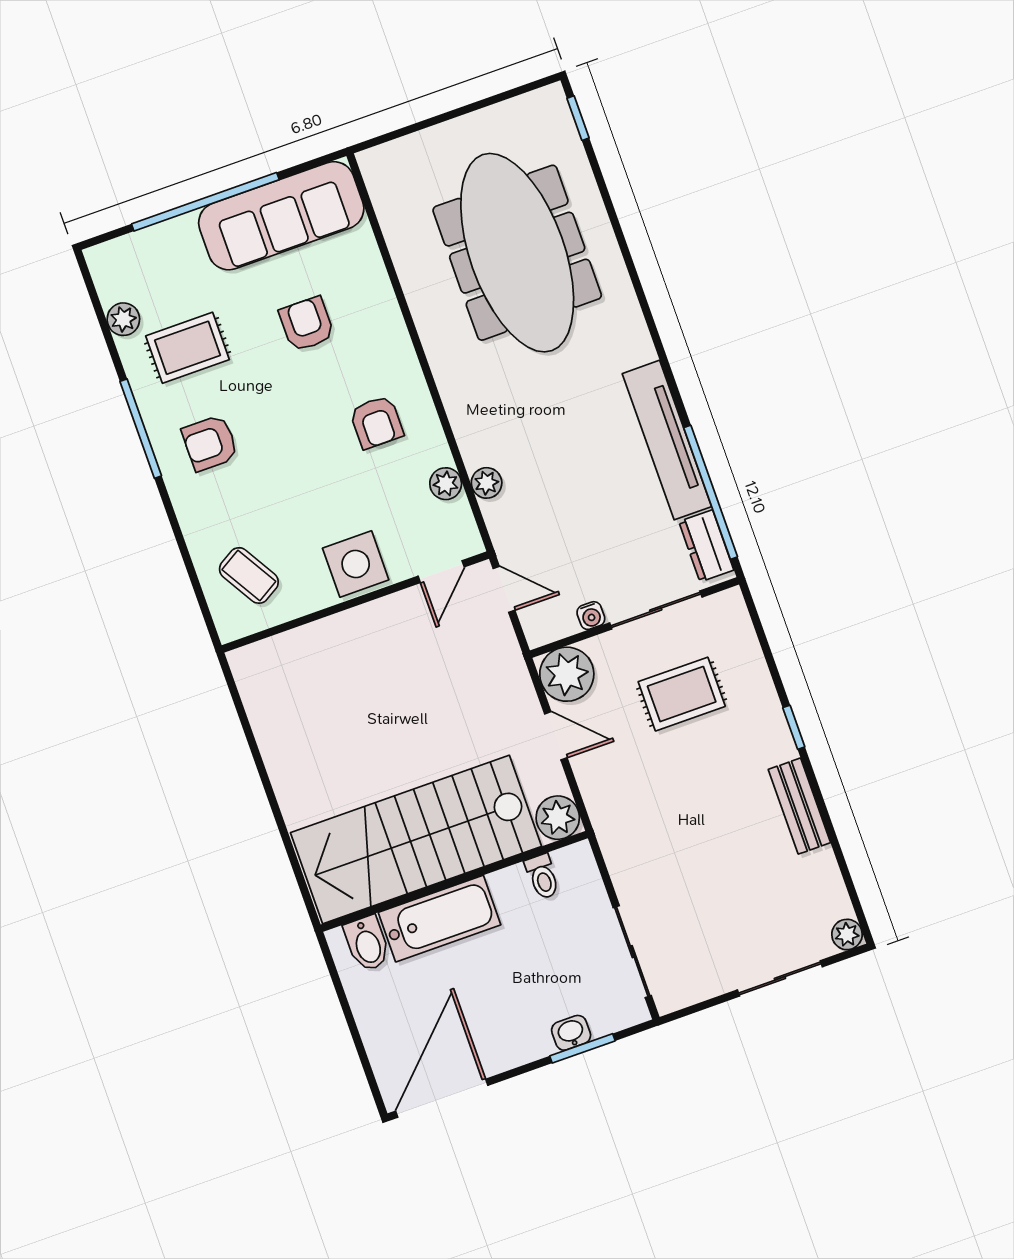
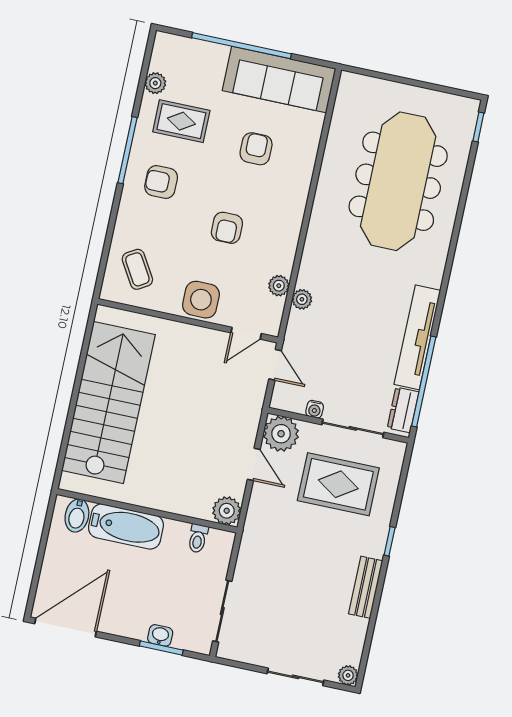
armchair: (376, 422) -> (227, 228), moved
rug: (682, 694) -> (338, 484), width x1.36, depth x1.43
stairs: (416, 839) -> (108, 402), moved, turned 90

